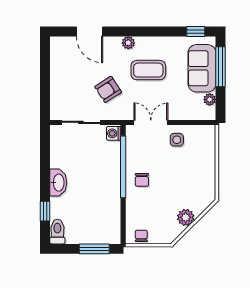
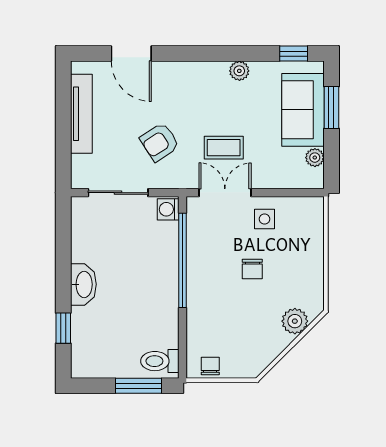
plant: (128, 43) -> (239, 71), moved
window: (221, 67) -> (331, 108), width x0.69
coffee table: (148, 70) -> (224, 148), moved, width x0.73, depth x0.77
tv unit: (57, 71) -> (81, 114), added
chair: (142, 180) -> (252, 269), moved
plant: (186, 217) -> (295, 321), moved
toilet: (57, 232) -> (160, 361), moved, turned -90

